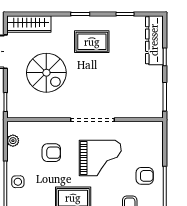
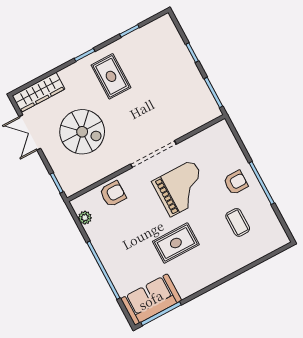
dresser: (154, 40) -> (173, 41), removed
rug: (92, 42) -> (111, 76), turned 90
armchair: (51, 153) -> (113, 194), moved
side table: (18, 182) -> (112, 256), removed

